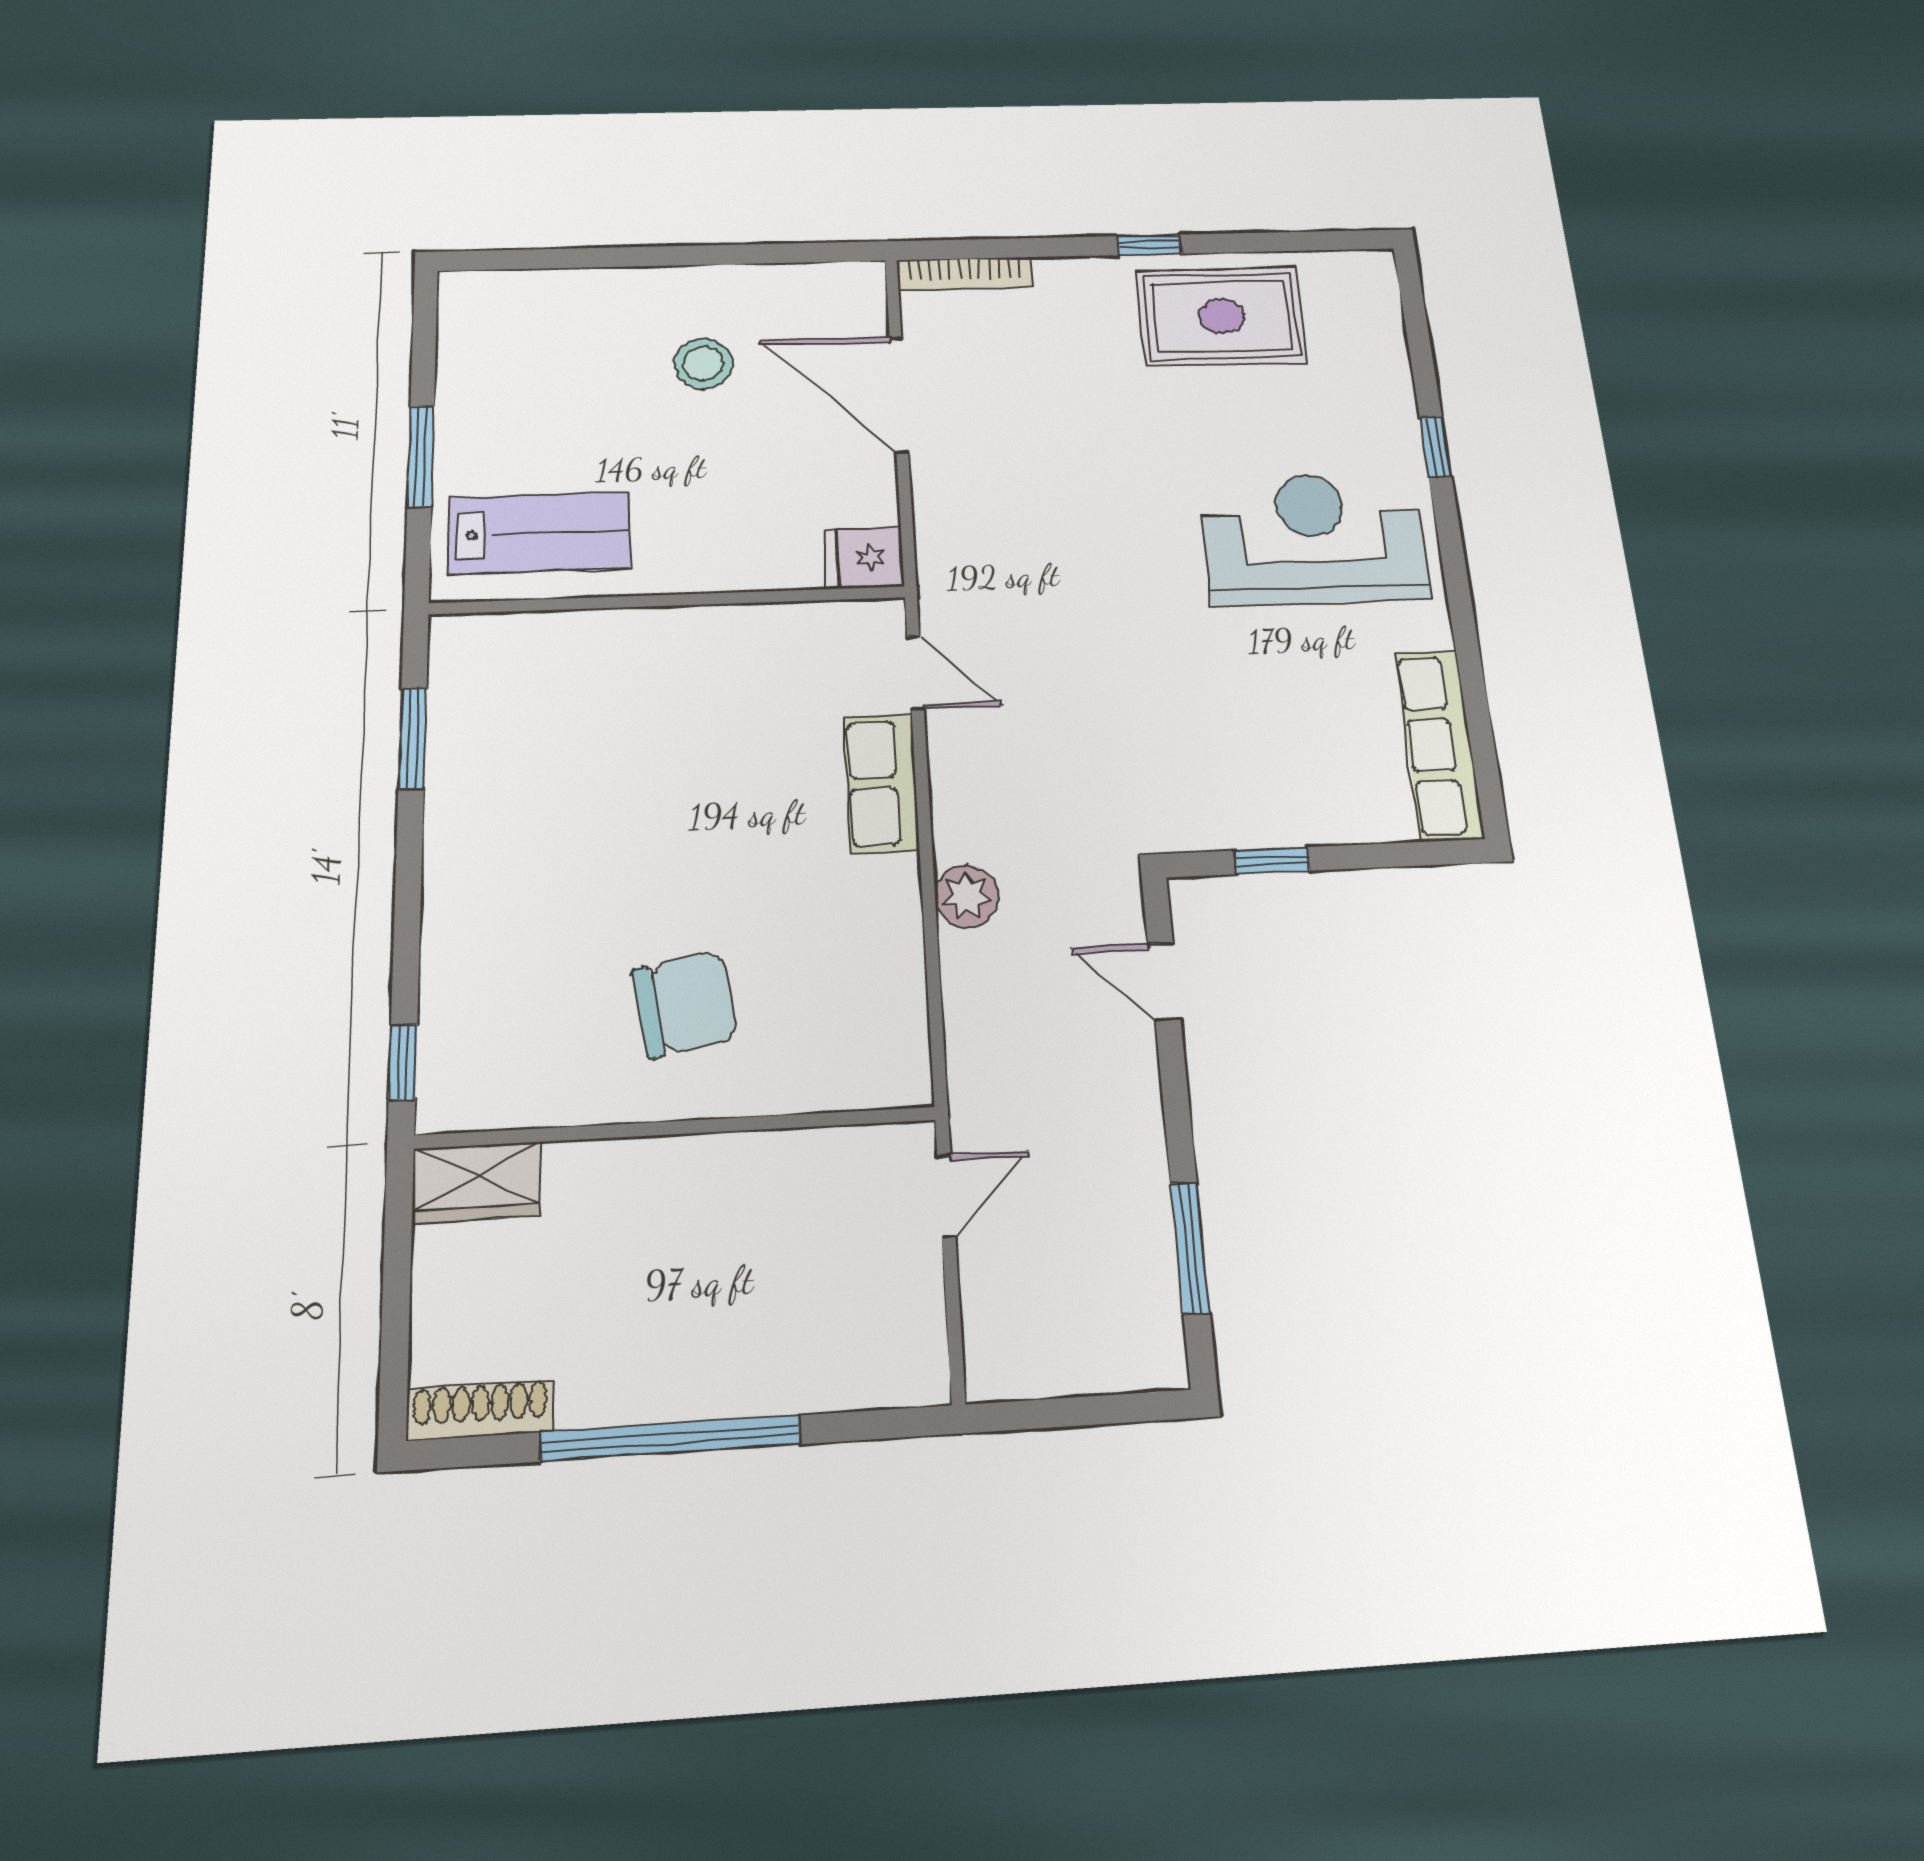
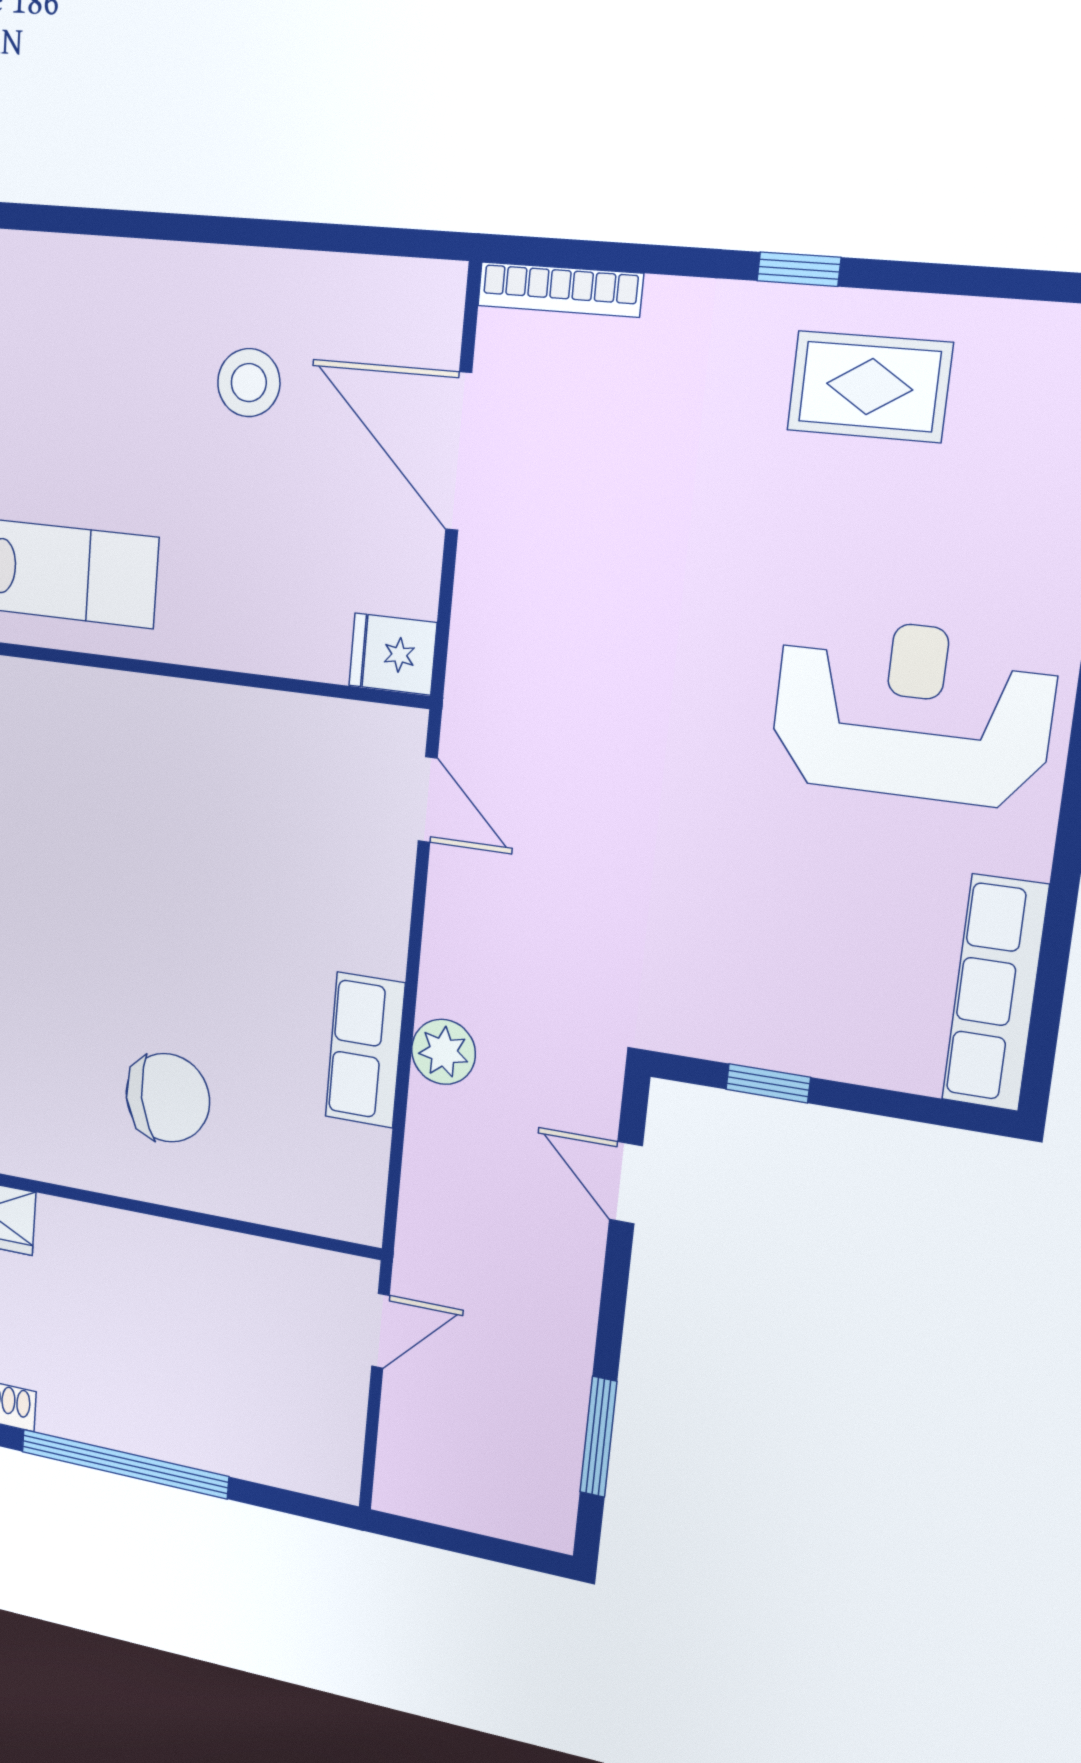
rug: (1221, 316) -> (869, 387), width x0.73, depth x0.70
row of seats: (882, 783) -> (365, 1050), moved

